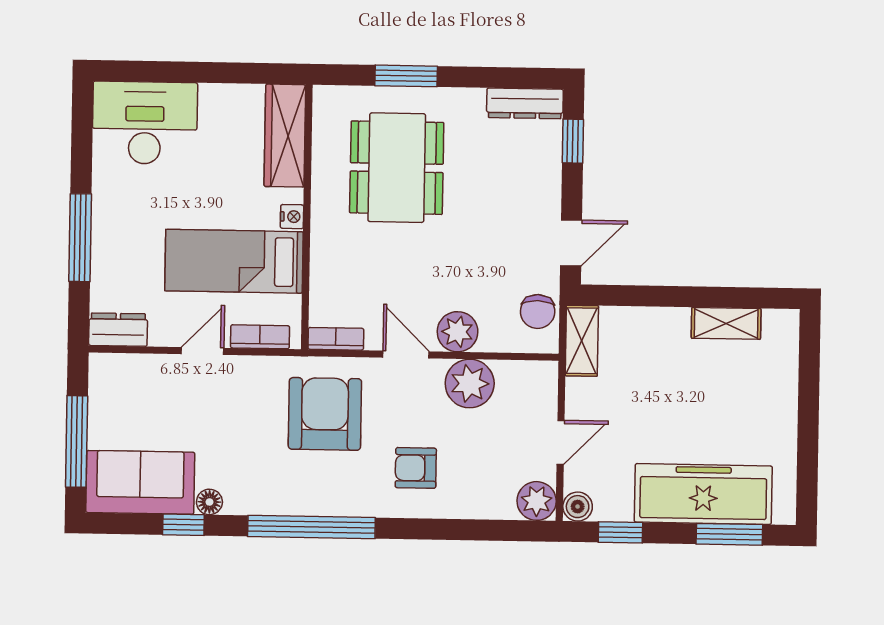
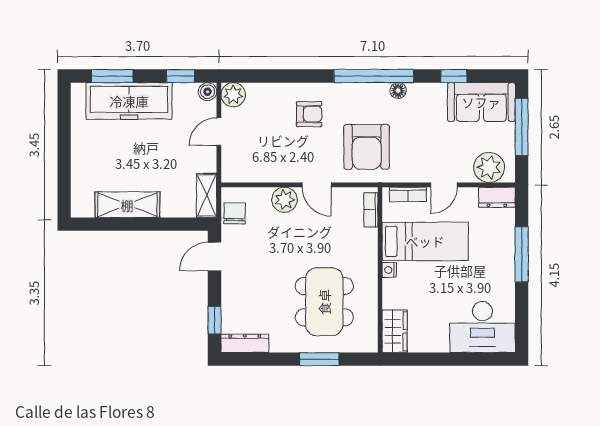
wardrobe: (285, 136) -> (395, 331), width x0.67
shelving: (726, 323) -> (127, 205), width x1.50, depth x1.33
bookcase: (336, 339) -> (371, 210), moved, turned 90
plant: (470, 384) -> (489, 167), moved
floor lamp: (209, 502) -> (398, 91), moved

